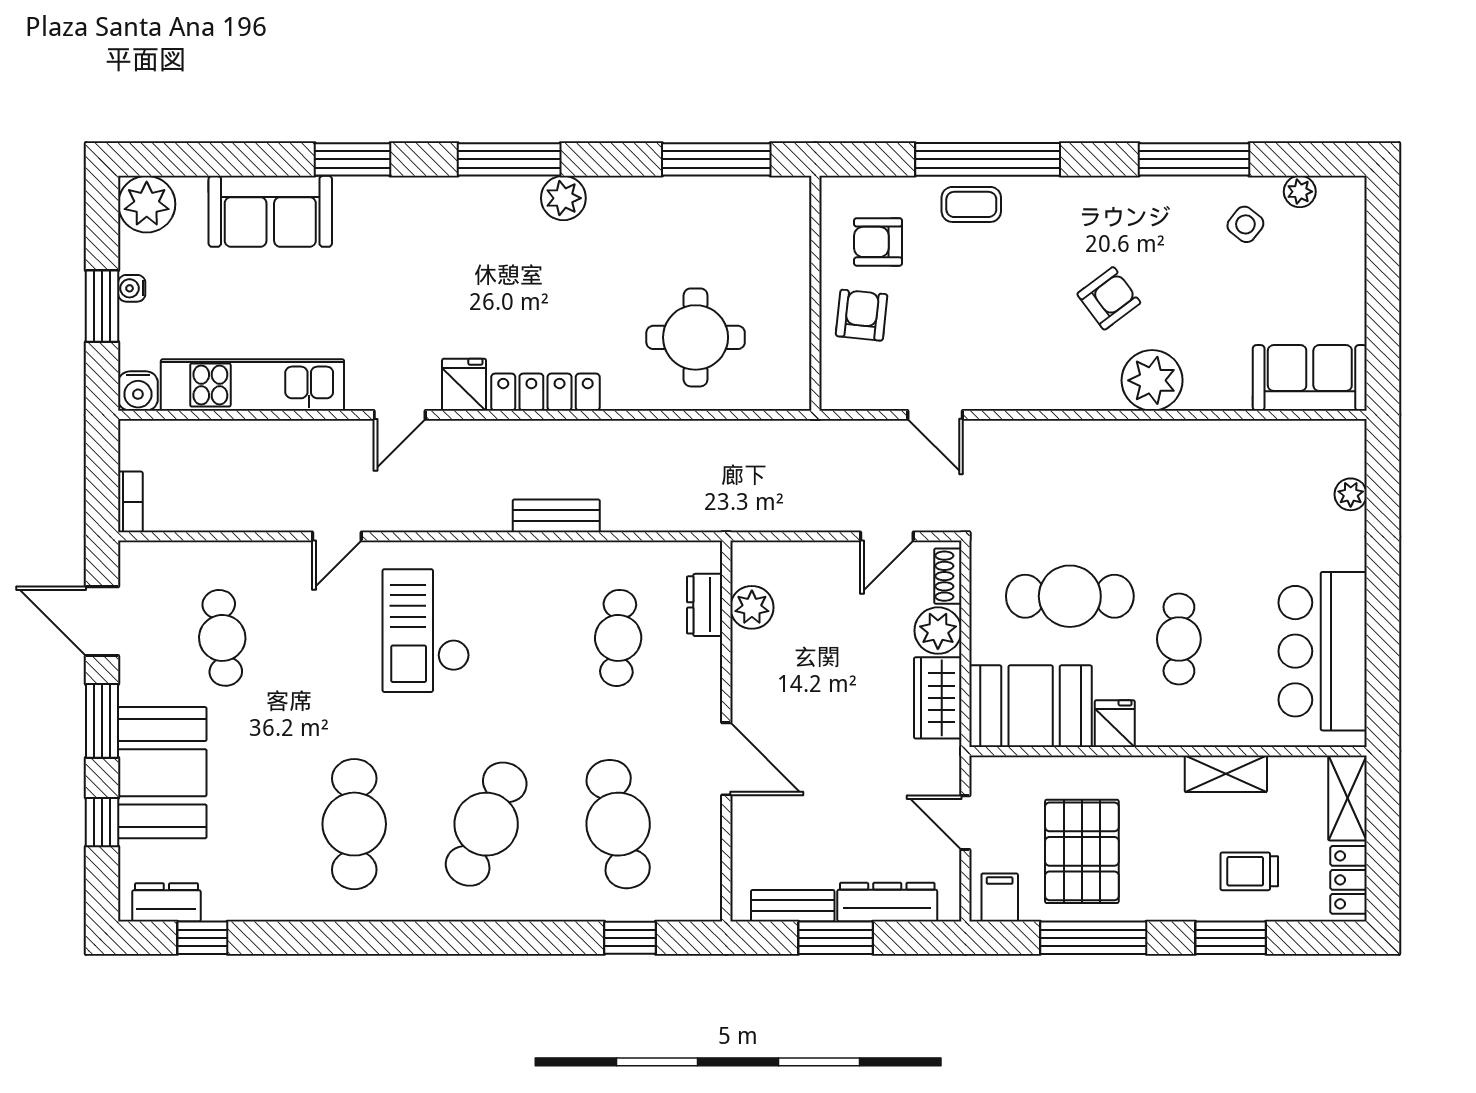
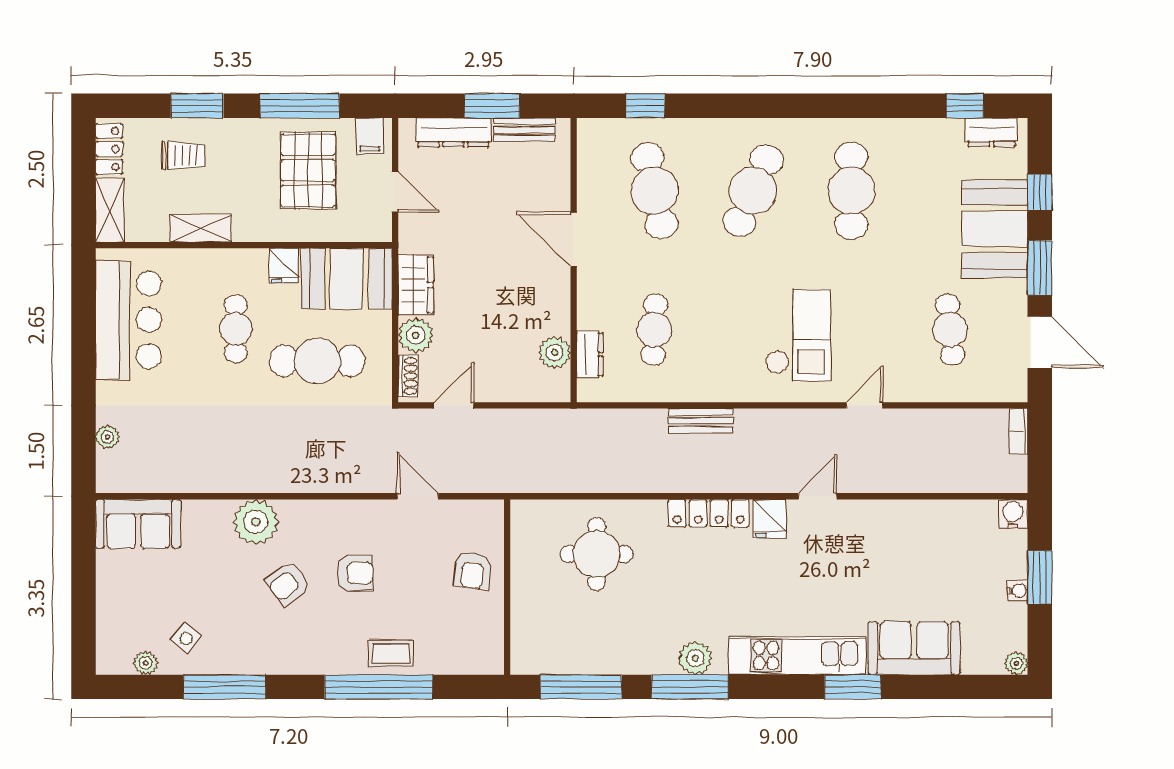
window: (509, 159) -> (690, 687), moved
plant: (147, 204) -> (1016, 663), width x0.53, depth x0.53
armchair: (878, 242) -> (355, 573), moved
kitchen unit: (252, 385) -> (797, 656), moved, turned 180

